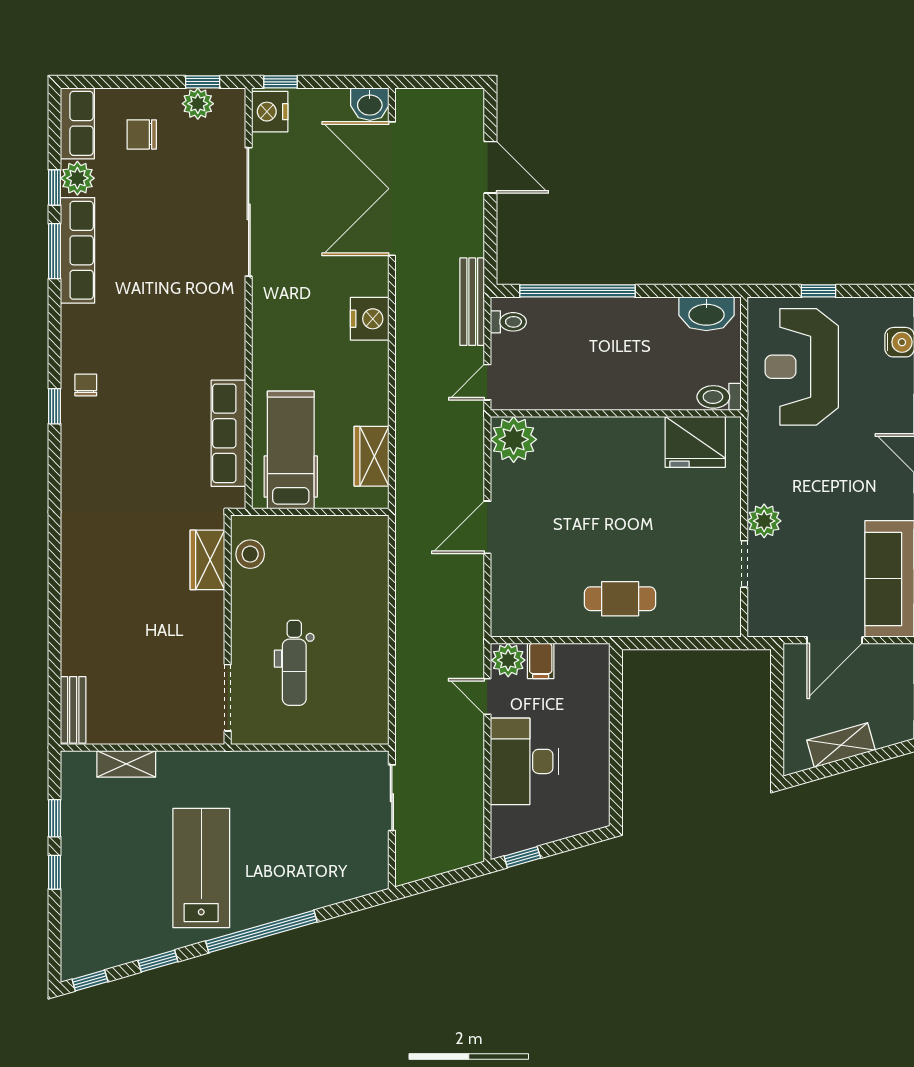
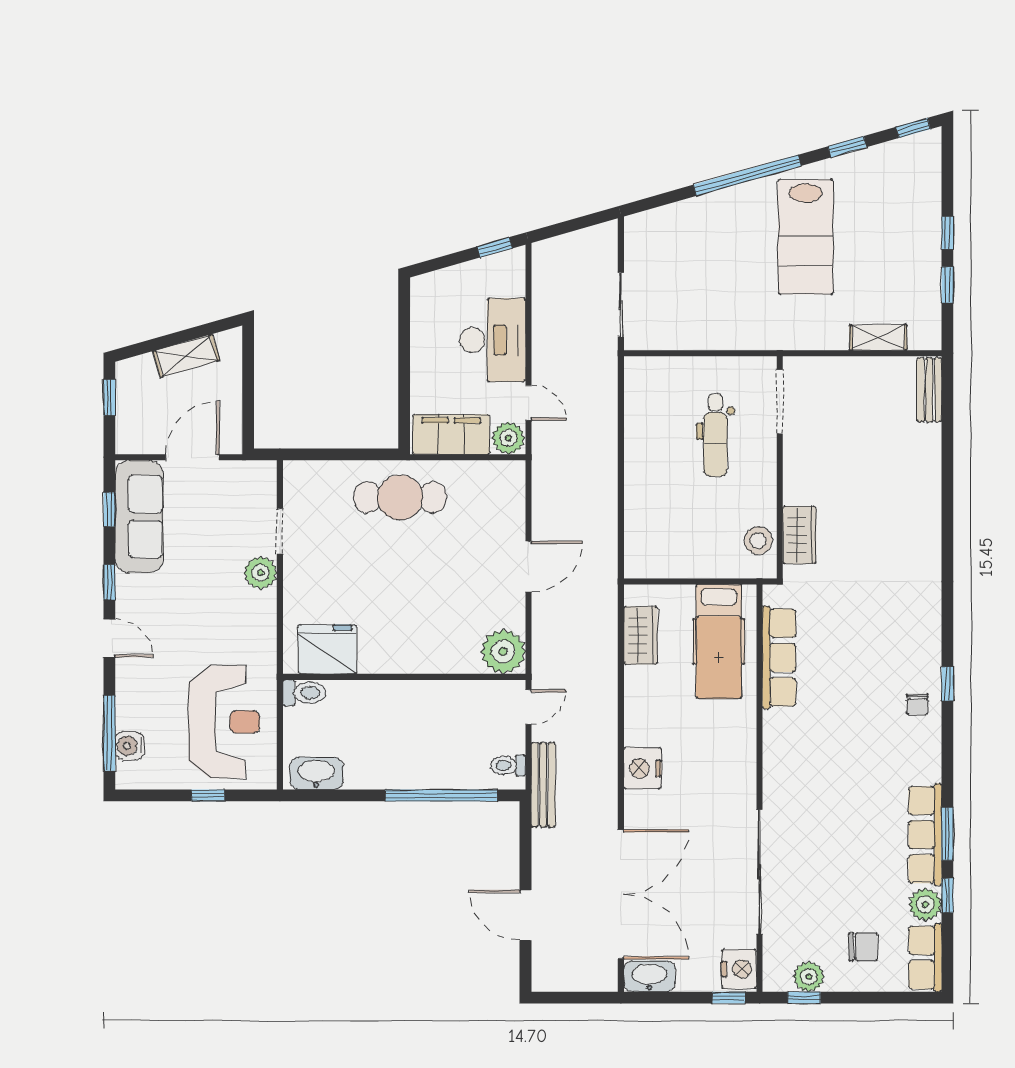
washbasin: (370, 104) -> (649, 976), width x1.38
cafe table: (620, 599) -> (400, 497), width x1.37, depth x1.35
filing cabinet: (541, 661) -> (451, 434), width x3.00, depth x1.17
dental chair: (294, 663) -> (715, 435), turned 180

